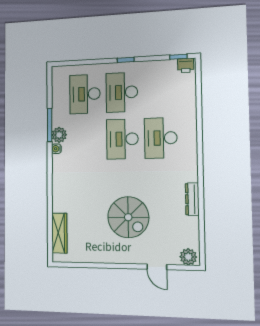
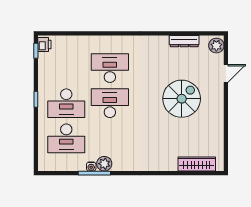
desk: (161, 138) -> (110, 68), turned 180
desk: (122, 139) -> (110, 103), turned 180
water cooler: (56, 149) -> (91, 167), moved
dresser: (192, 199) -> (184, 41), moved

